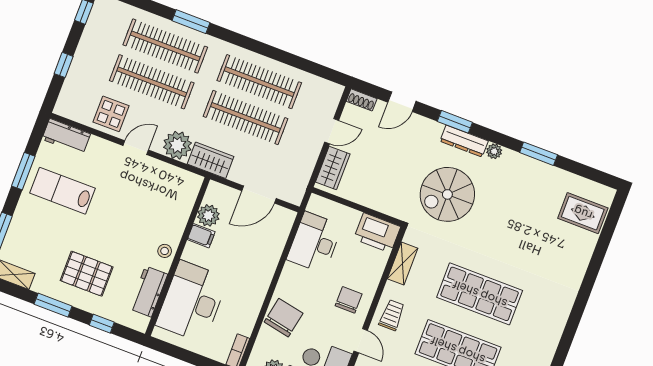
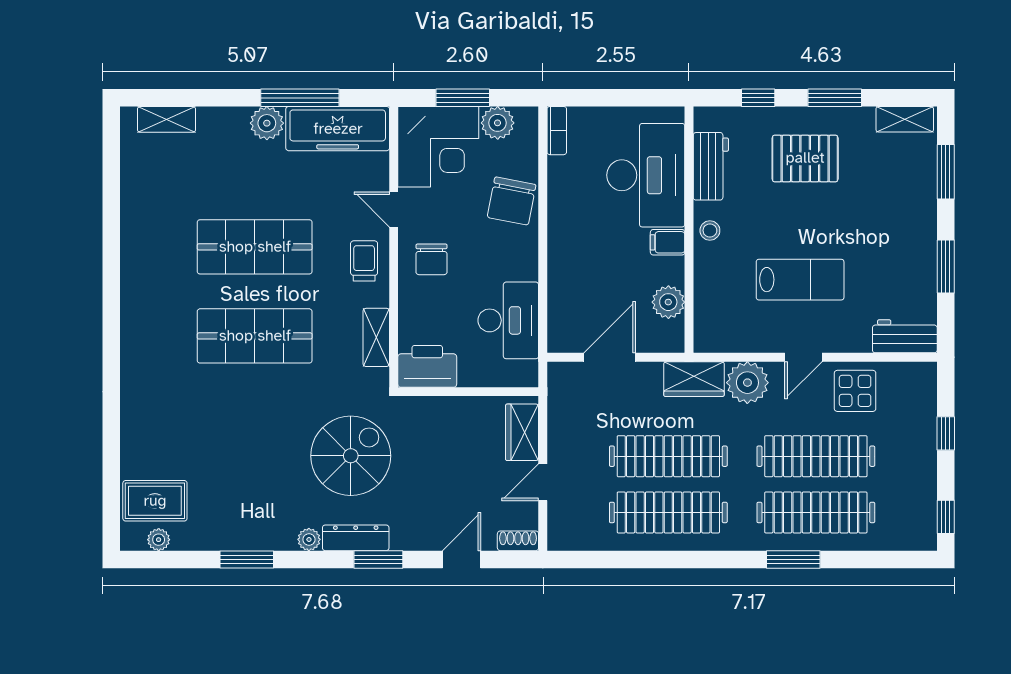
plant: (590, 188) -> (159, 540), added
lab bench: (63, 191) -> (800, 280), moved
filing cabinet: (201, 236) -> (668, 242), moved
trolley: (392, 315) -> (364, 261), turned 180

